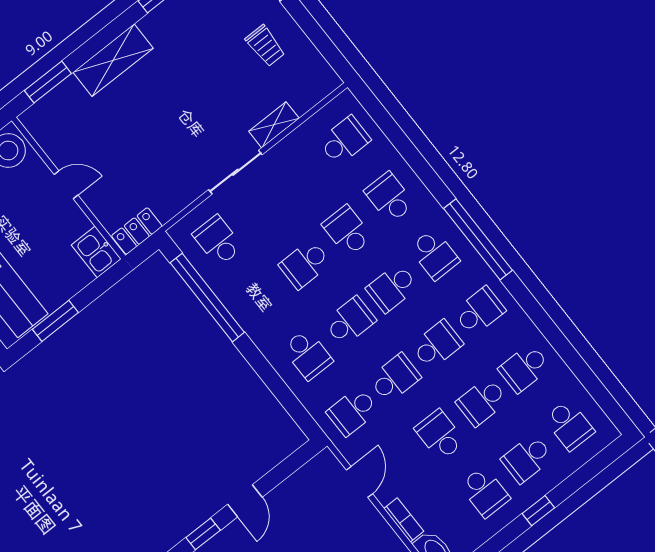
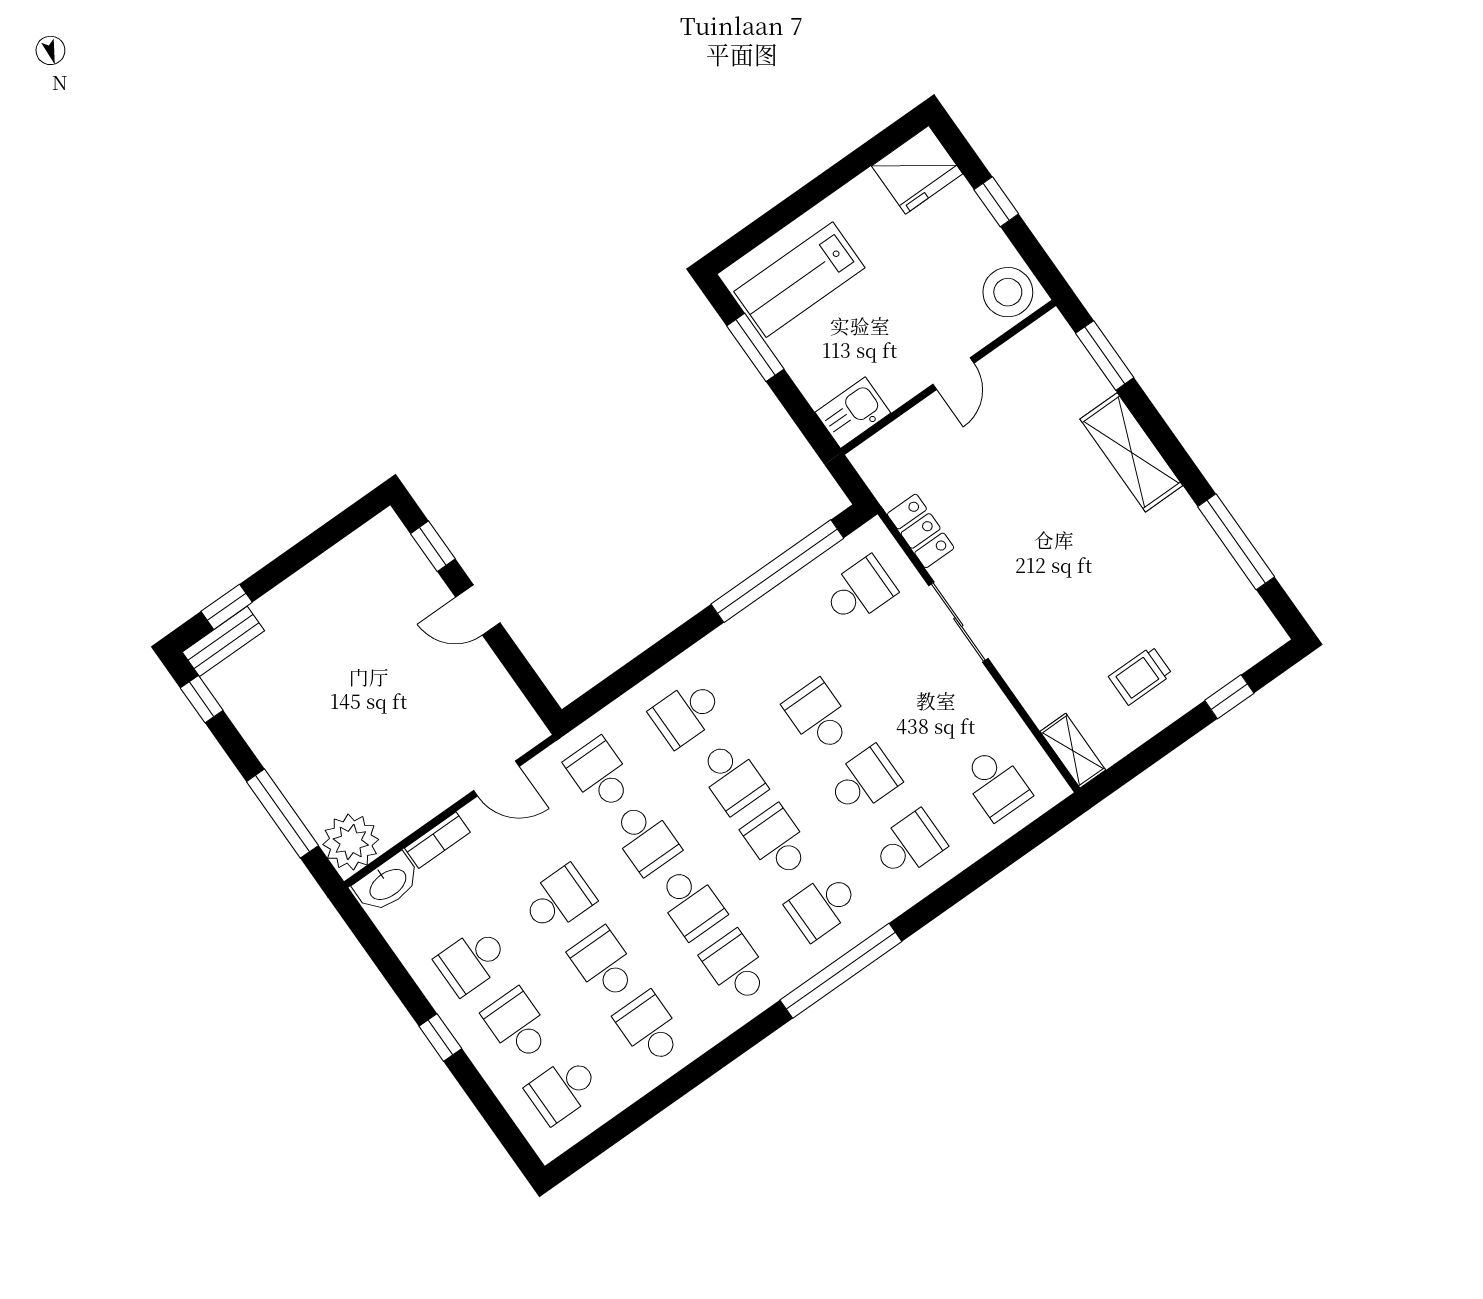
shelving: (274, 125) -> (1073, 751), moved
locker: (137, 231) -> (921, 531), moved
school desk: (479, 311) -> (736, 967), turned 180

